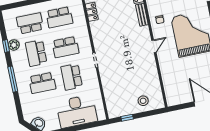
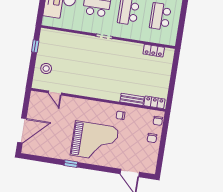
door: (154, 46) -> (55, 93), moved

